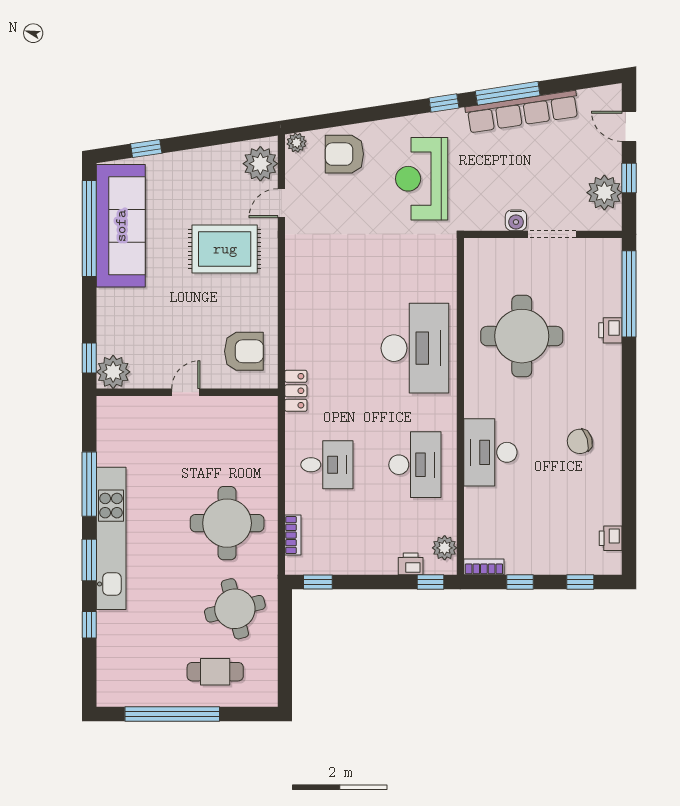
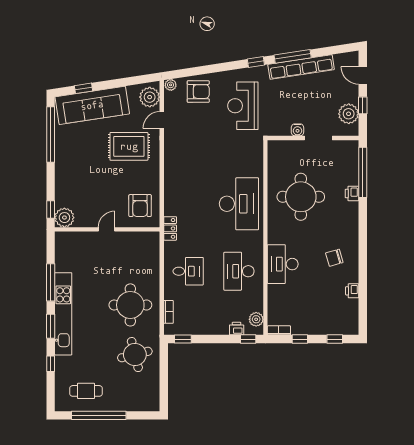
armchair: (344, 154) -> (198, 92), turned 180
sofa: (121, 226) -> (92, 105), moved, turned 81
armchair: (244, 351) -> (140, 206), turned 90
desk: (415, 465) -> (239, 271), turned 180
printer: (611, 538) -> (352, 291), moved
cafe table: (215, 672) -> (86, 391), moved

